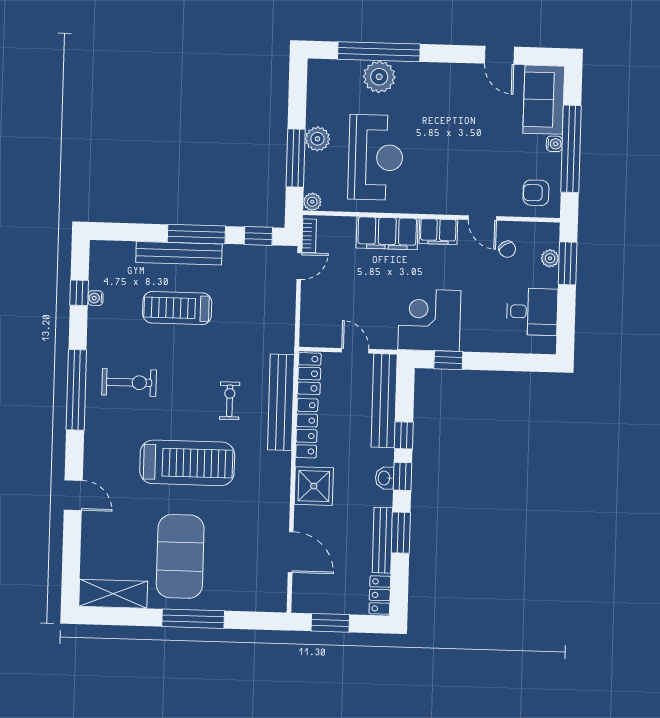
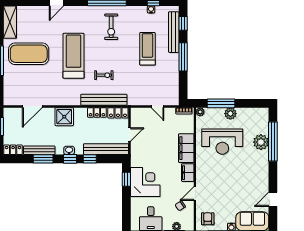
window: (258, 236) -> (183, 23), moved
bench: (179, 253) -> (174, 32), moved
door: (299, 266) -> (157, 107), moved
corner desk: (429, 320) -> (145, 182), moved
locker: (307, 428) -> (97, 112), width x0.66
treadmill: (187, 463) -> (74, 56), turned 180

